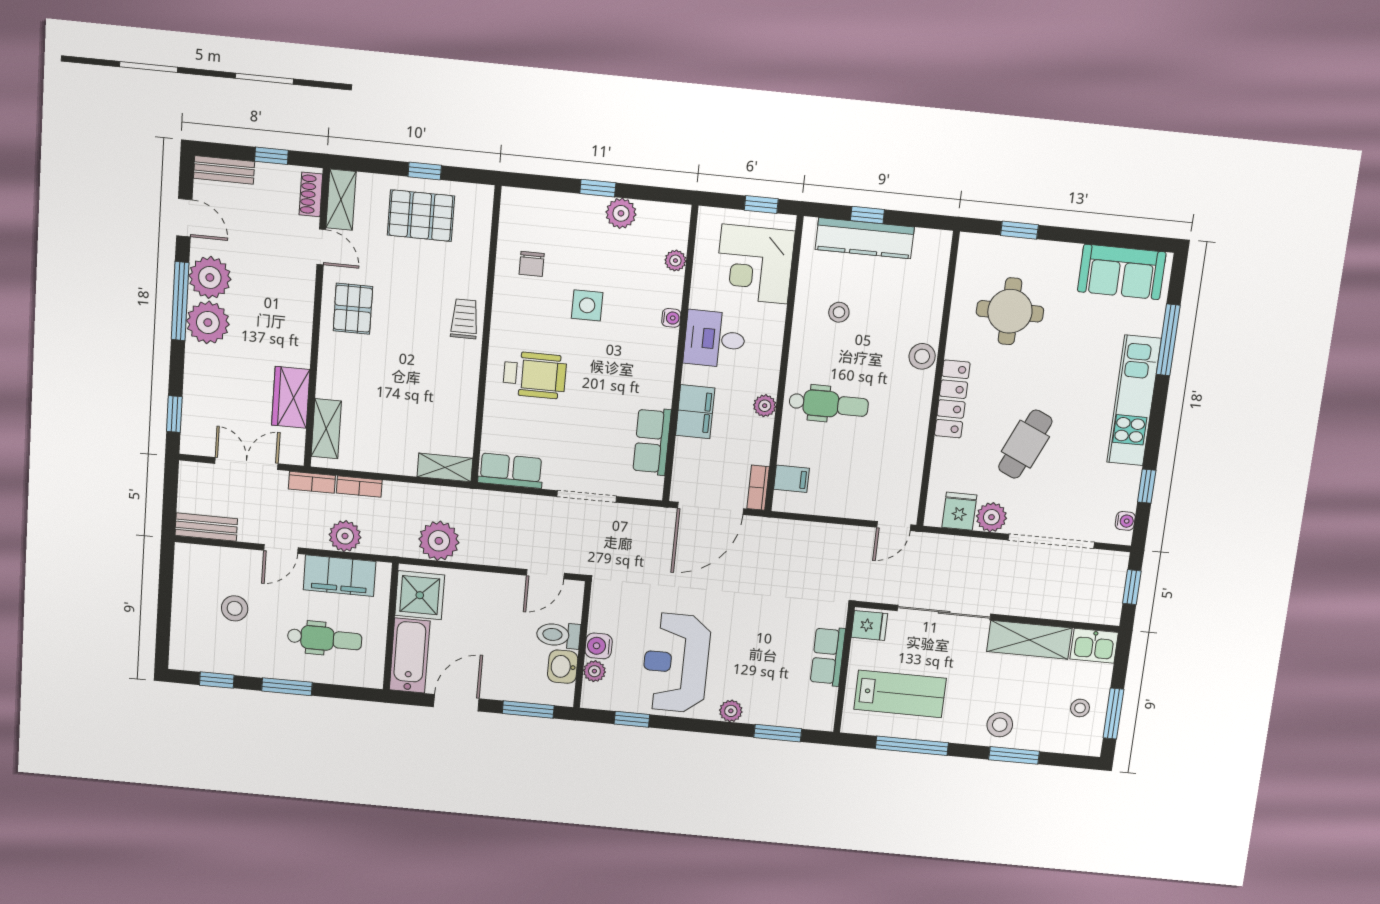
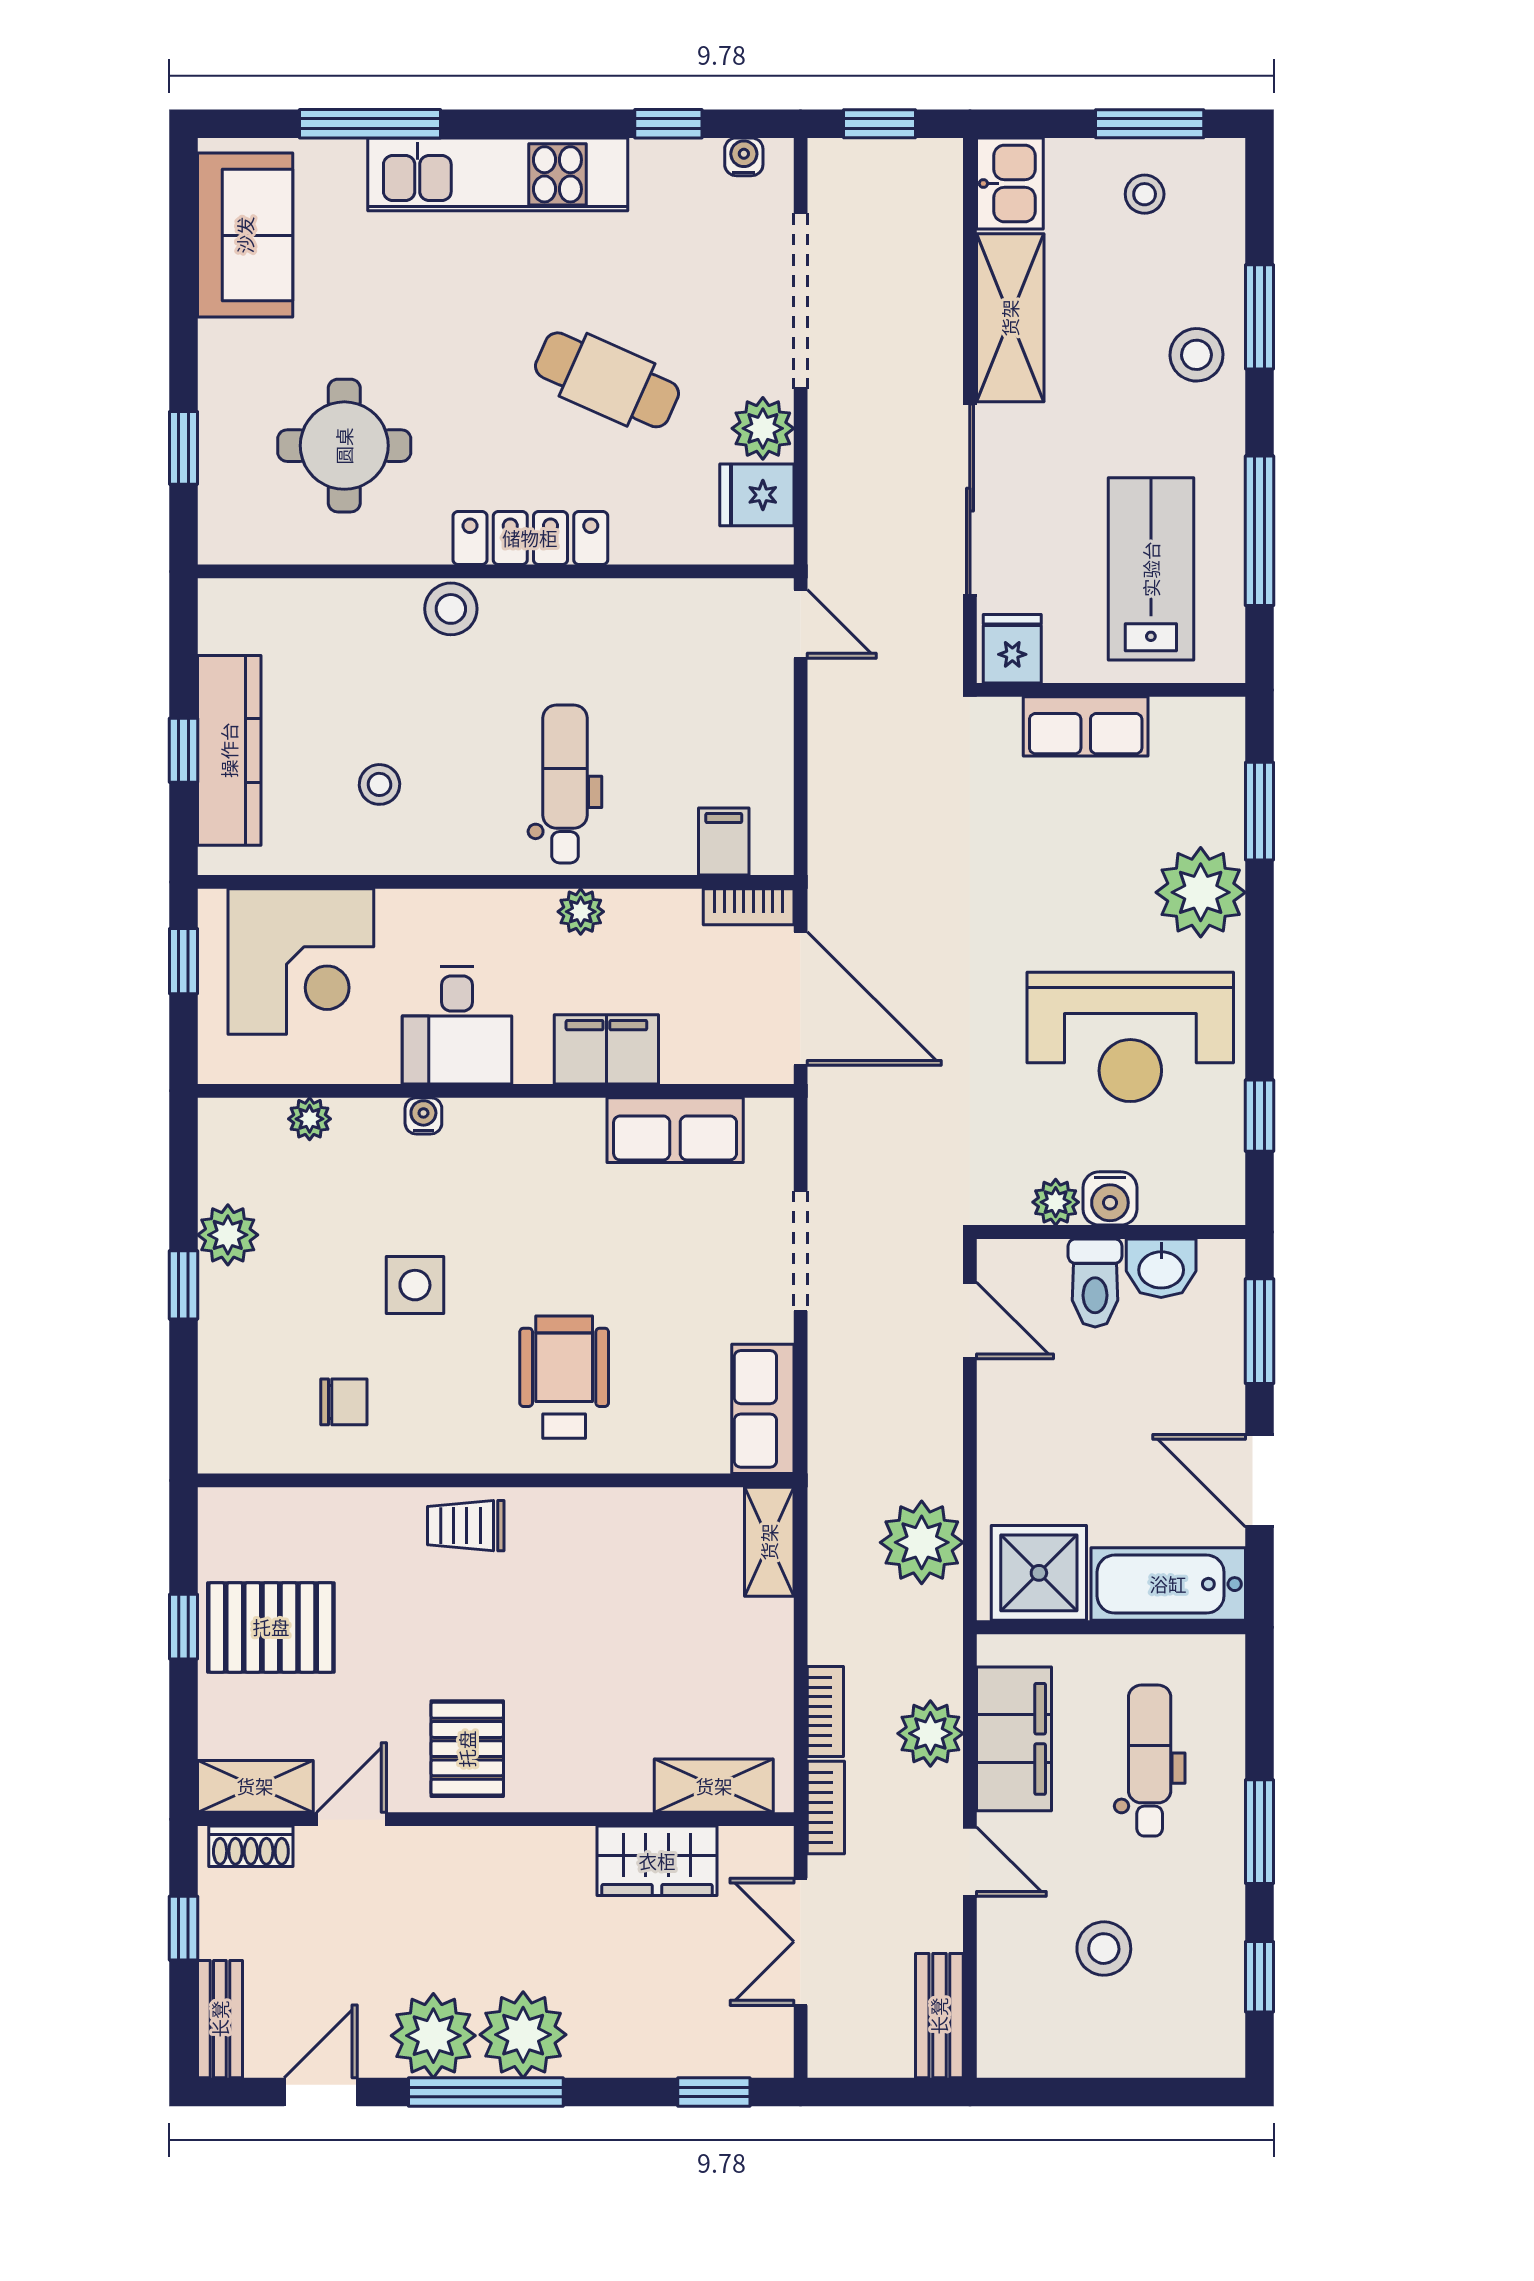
pallet: (421, 216) -> (271, 1627), turned 90
pallet: (353, 309) -> (467, 1749), turned 90
plant: (594, 671) -> (1056, 1202), moved
plant: (731, 711) -> (1201, 892), width x1.88, depth x1.88

